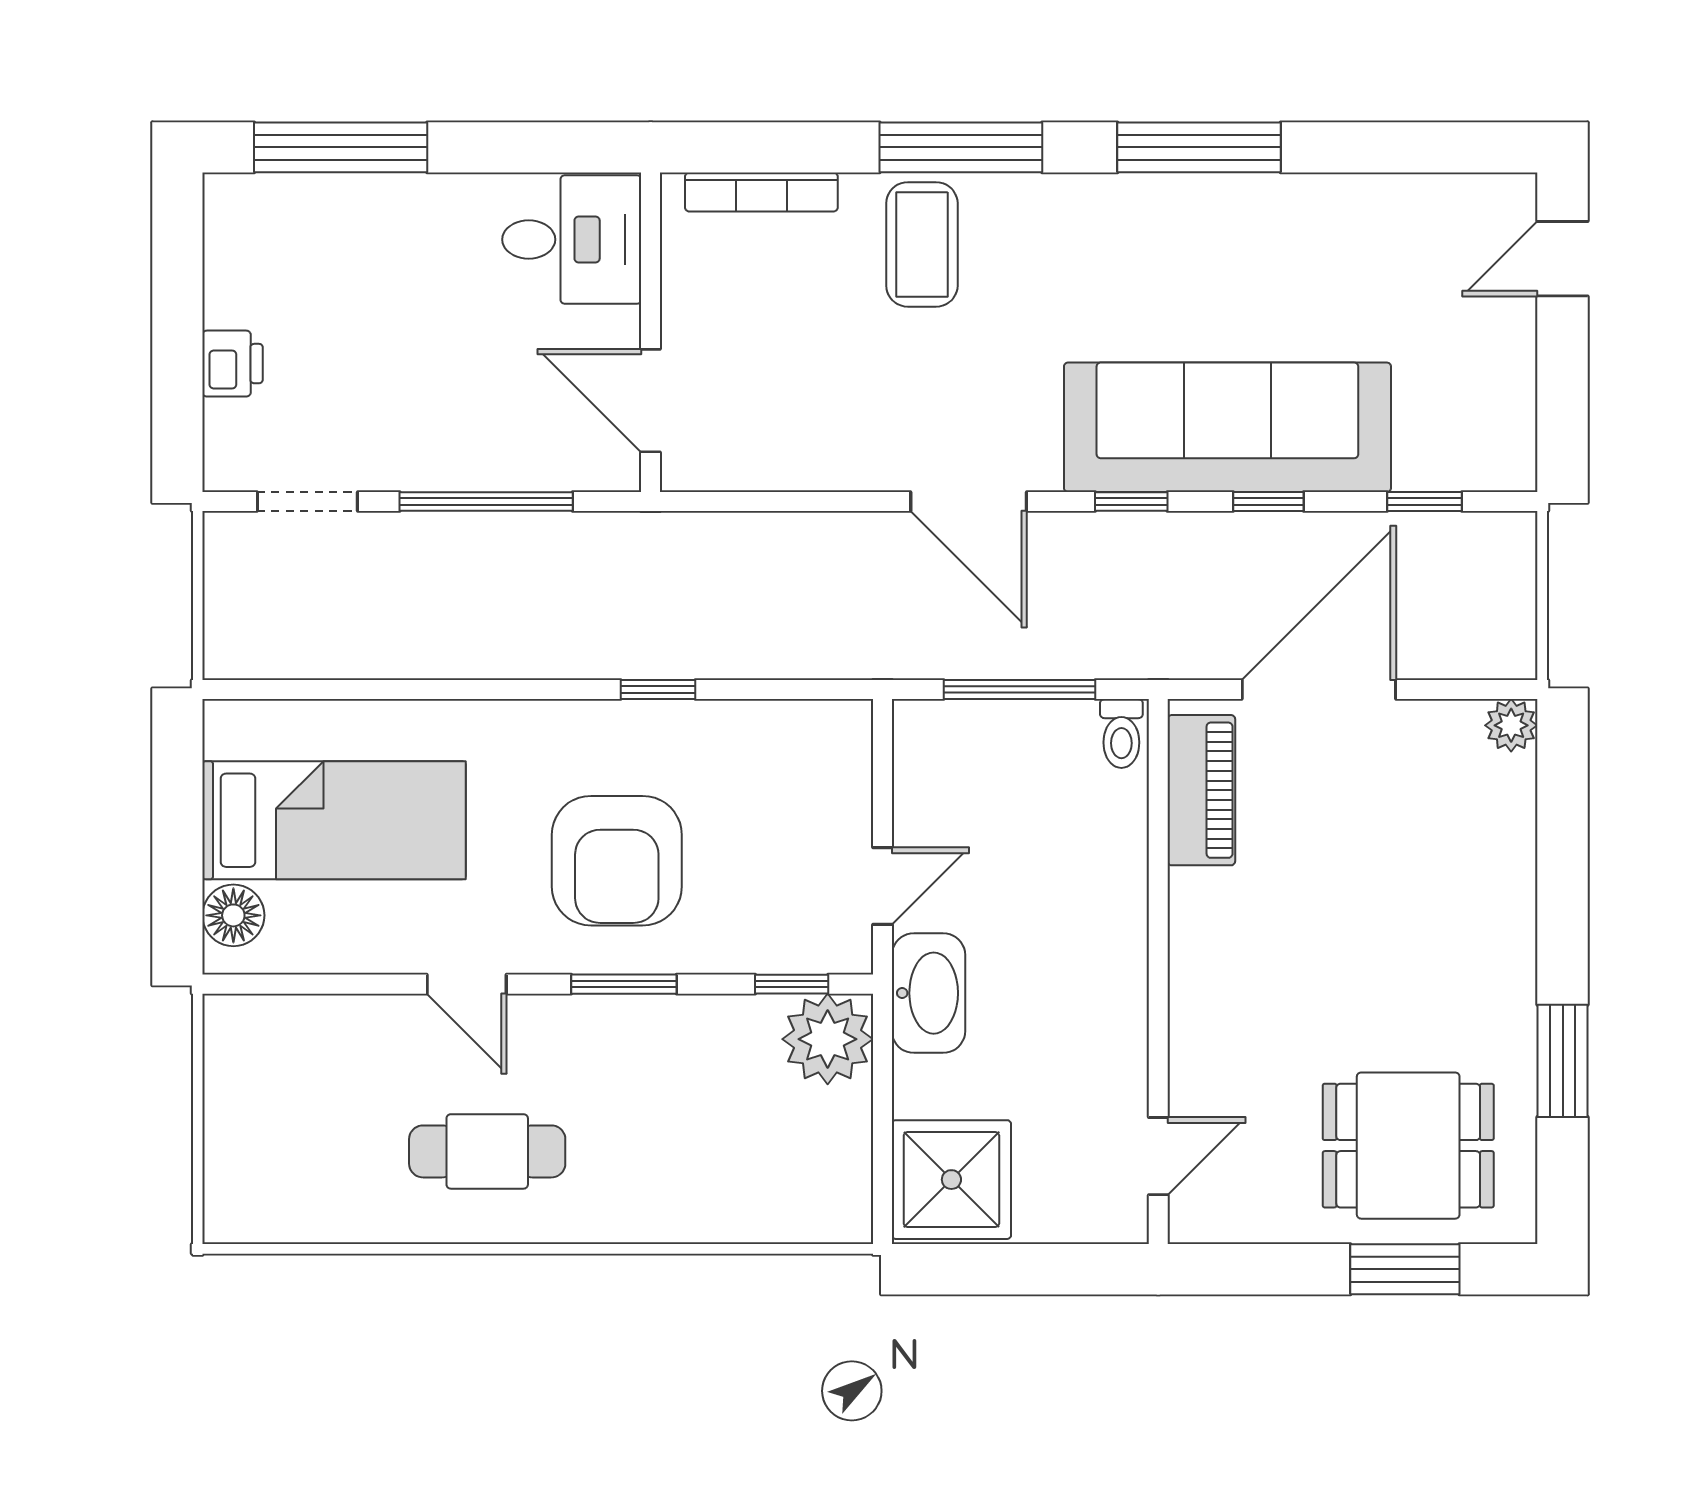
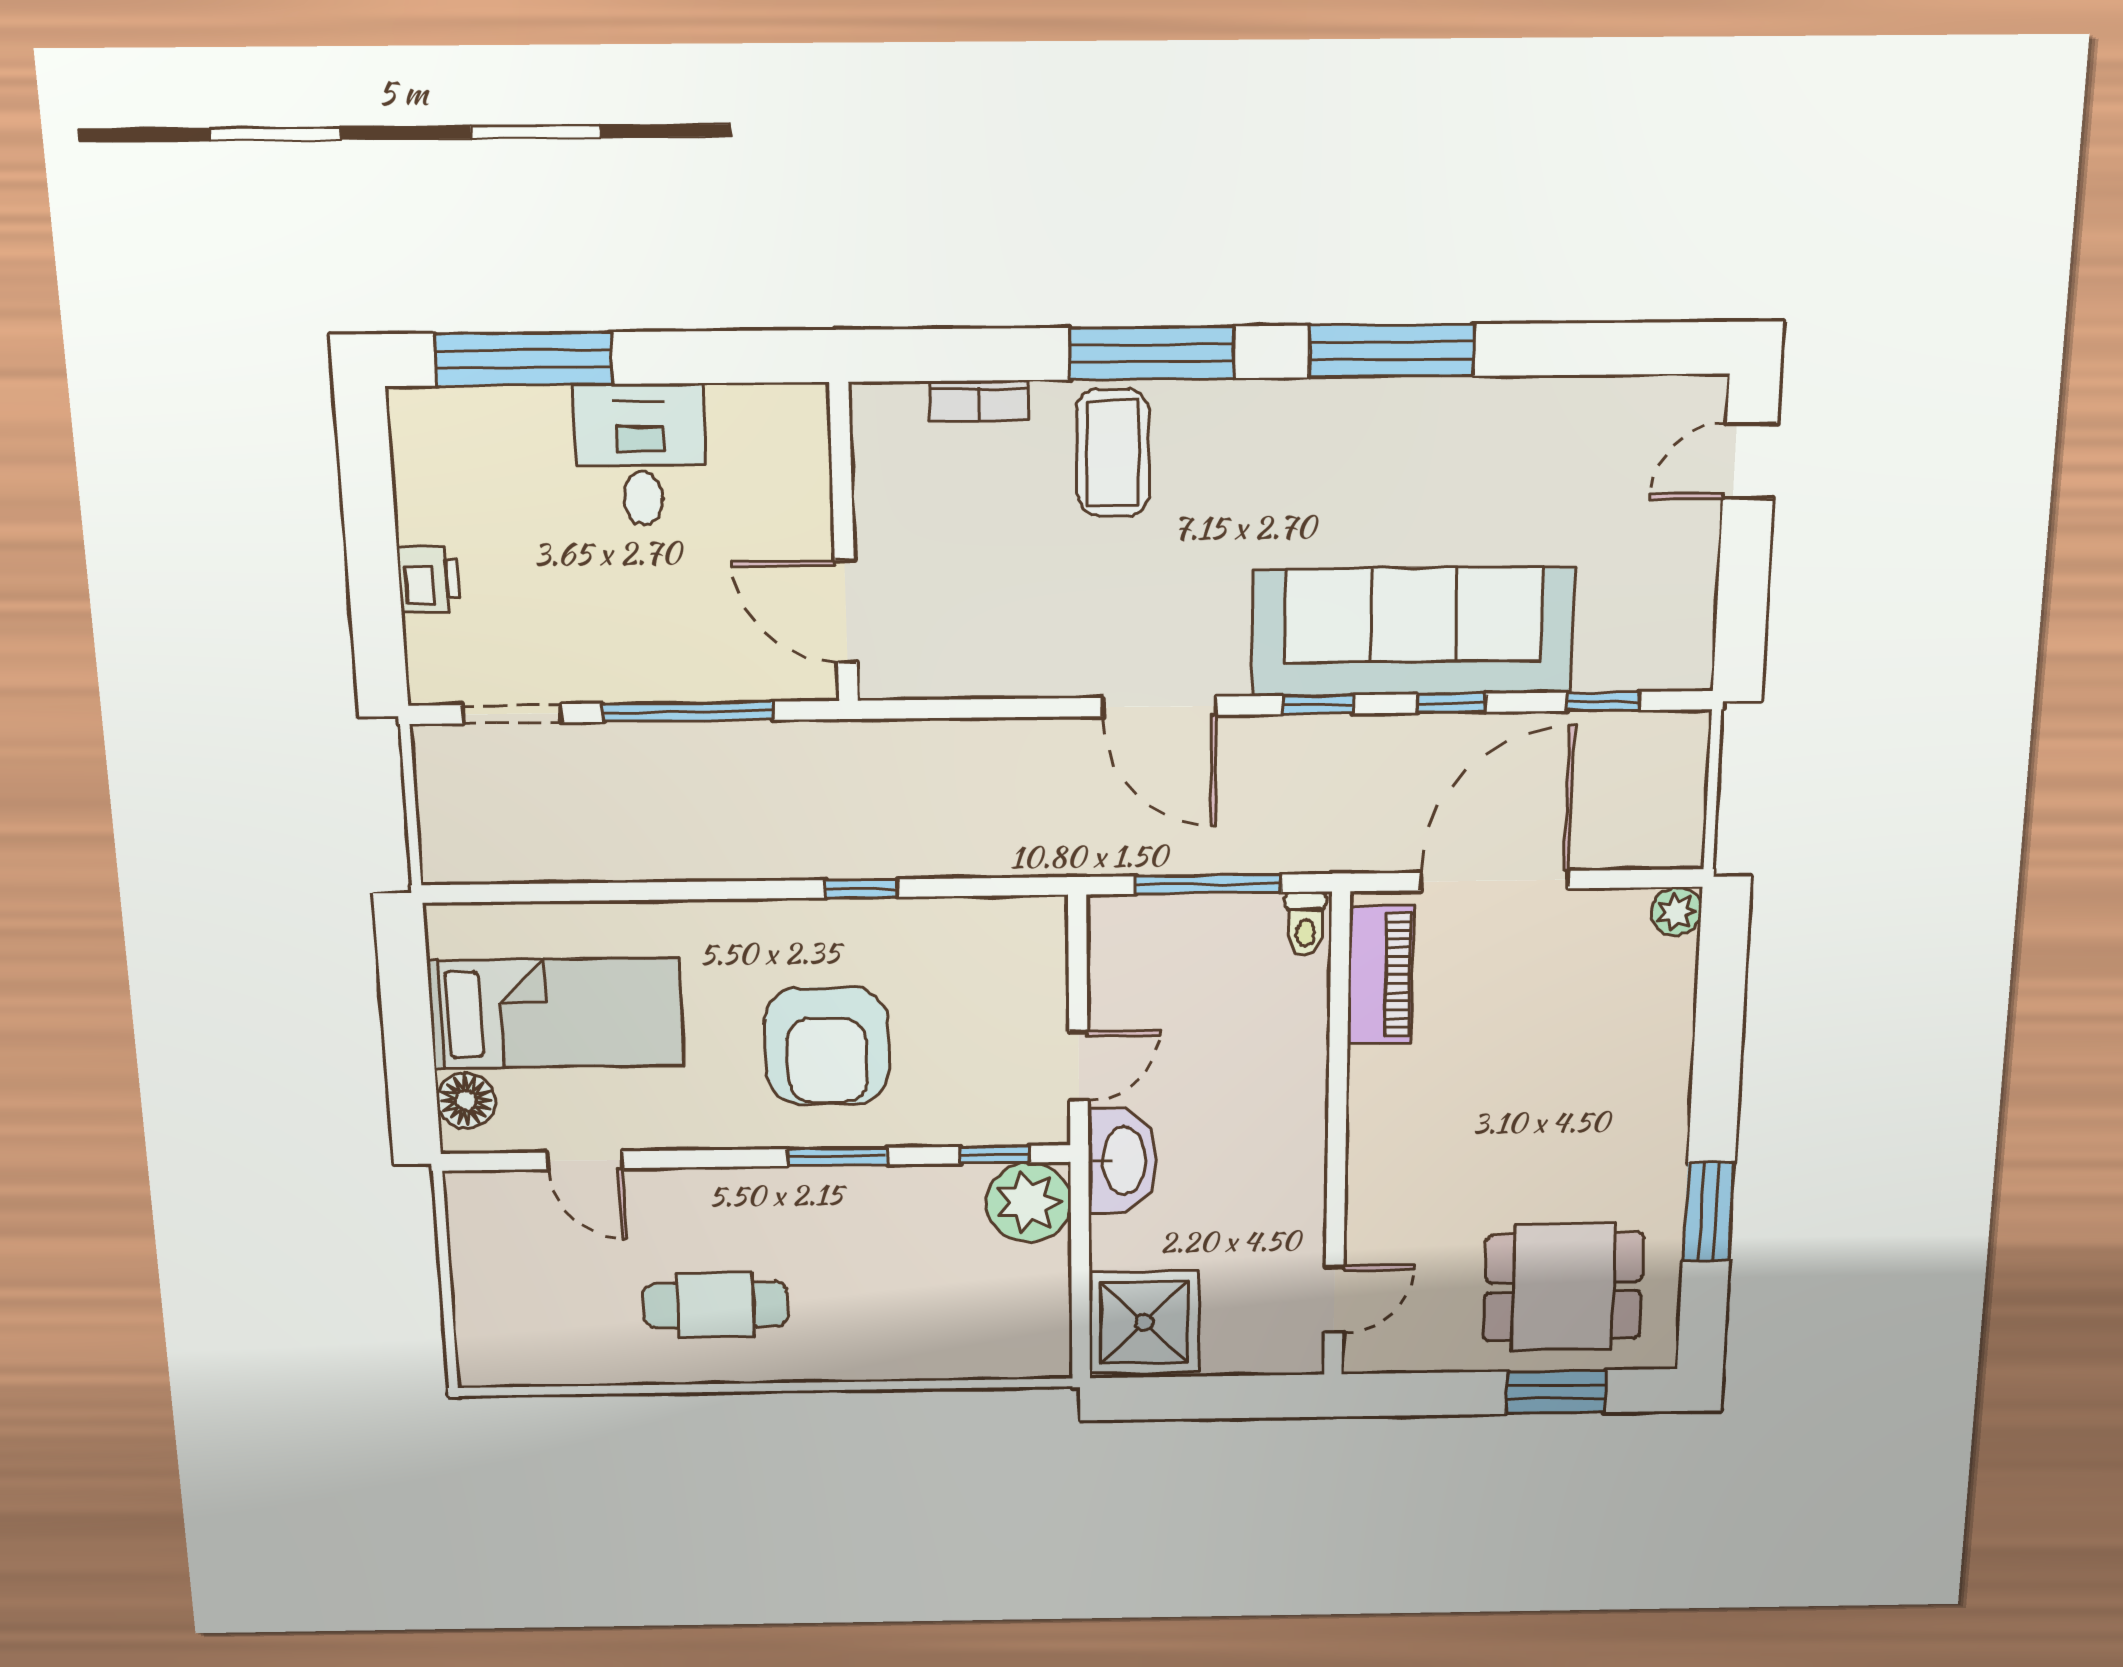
bookcase: (761, 192) -> (979, 401), width x0.64
desk: (572, 240) -> (641, 455), moved, turned -90
door: (467, 984) -> (585, 1160), moved

